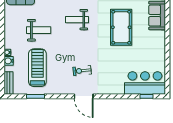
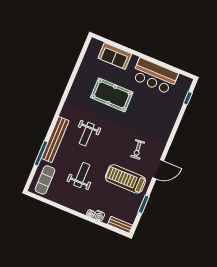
treadmill: (37, 68) -> (125, 179), moved
bar counter: (145, 83) -> (155, 76), moved, turned -90
door: (84, 96) -> (158, 169), moved

